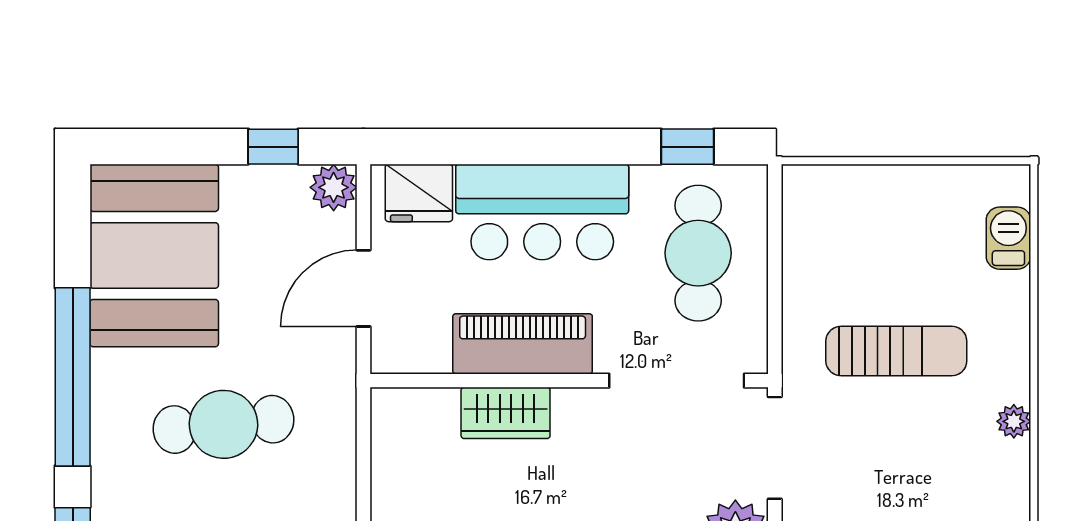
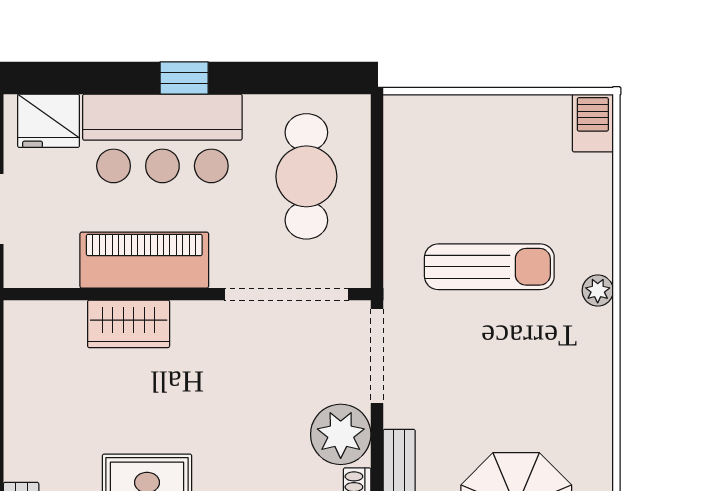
window: (687, 147) -> (184, 78), moved
barbecue: (1008, 238) -> (593, 123), moved
plant: (1014, 421) -> (598, 291), moved

